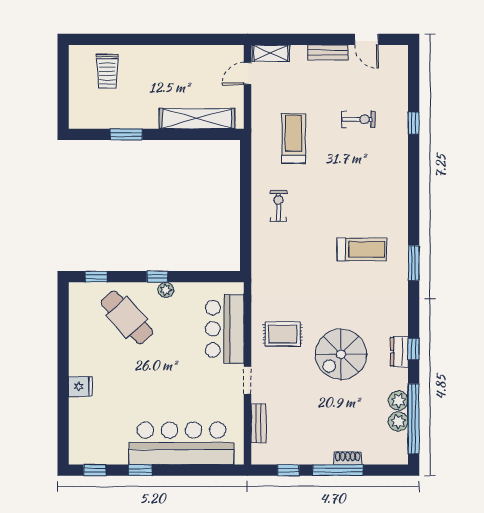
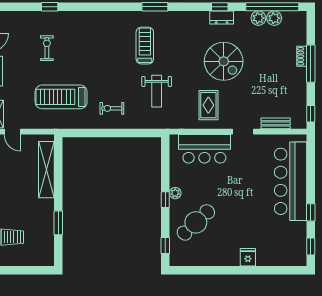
treadmill: (294, 138) -> (61, 97), width x1.37, depth x1.38
weight bench: (301, 265) -> (157, 91), added
window: (288, 470) -> (311, 114), moved

